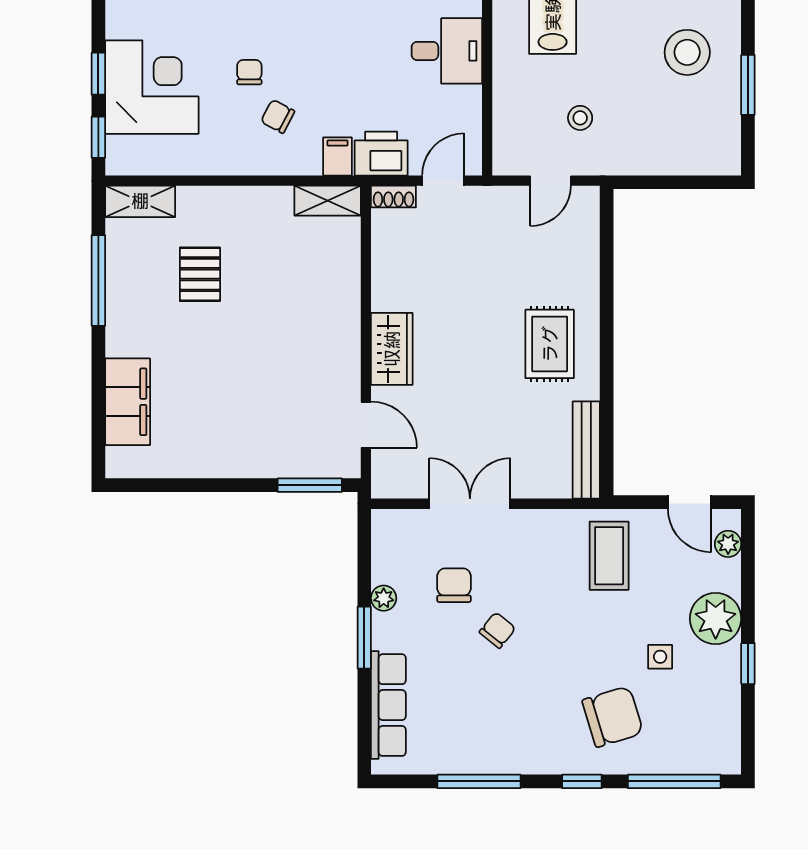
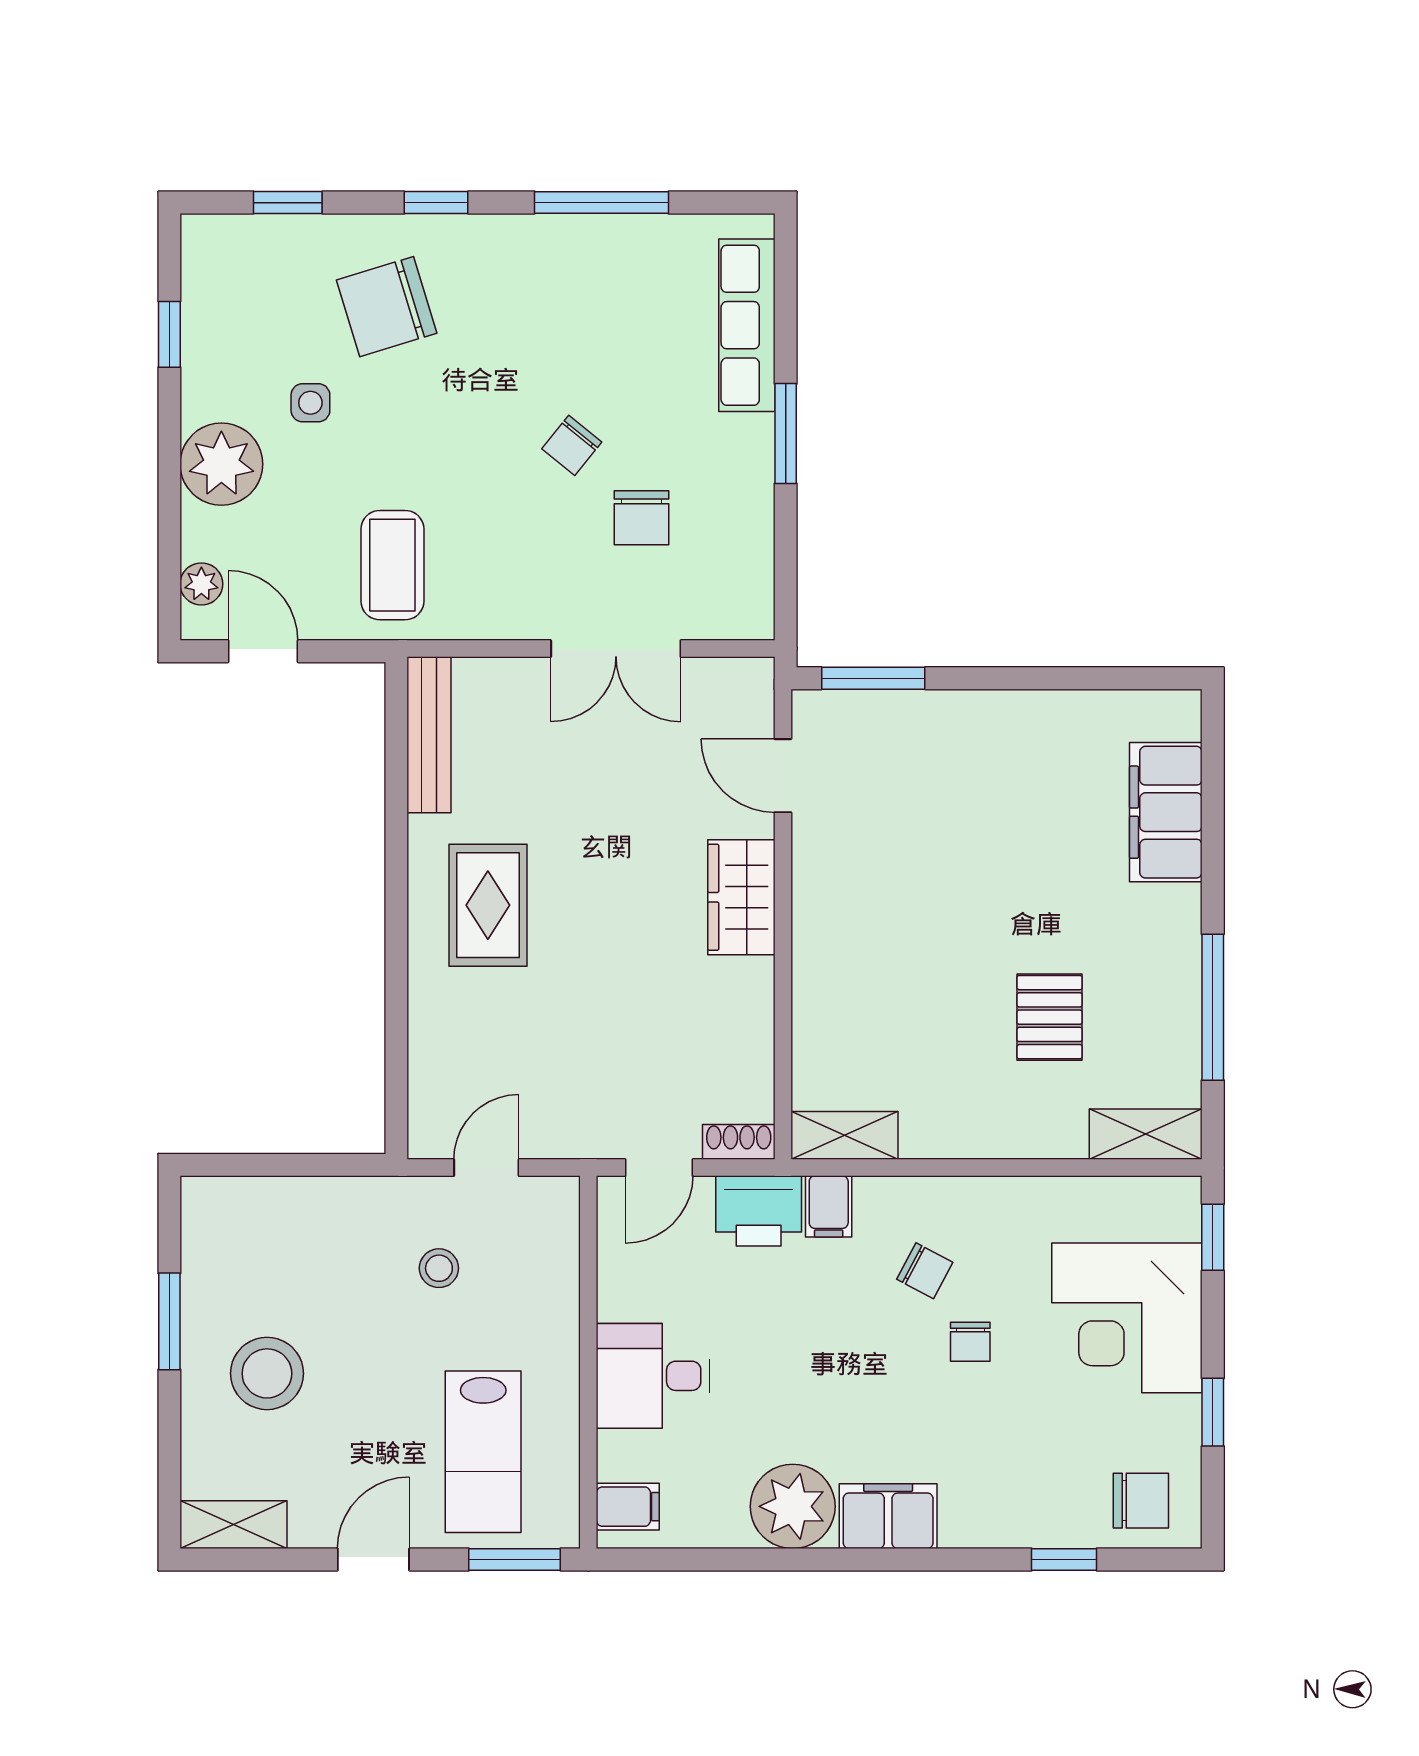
window: (98, 74) -> (1213, 1412), moved
plant: (384, 598) -> (754, 497), removed
window: (748, 664) -> (169, 334), moved
window: (674, 781) -> (288, 203), width x0.46

